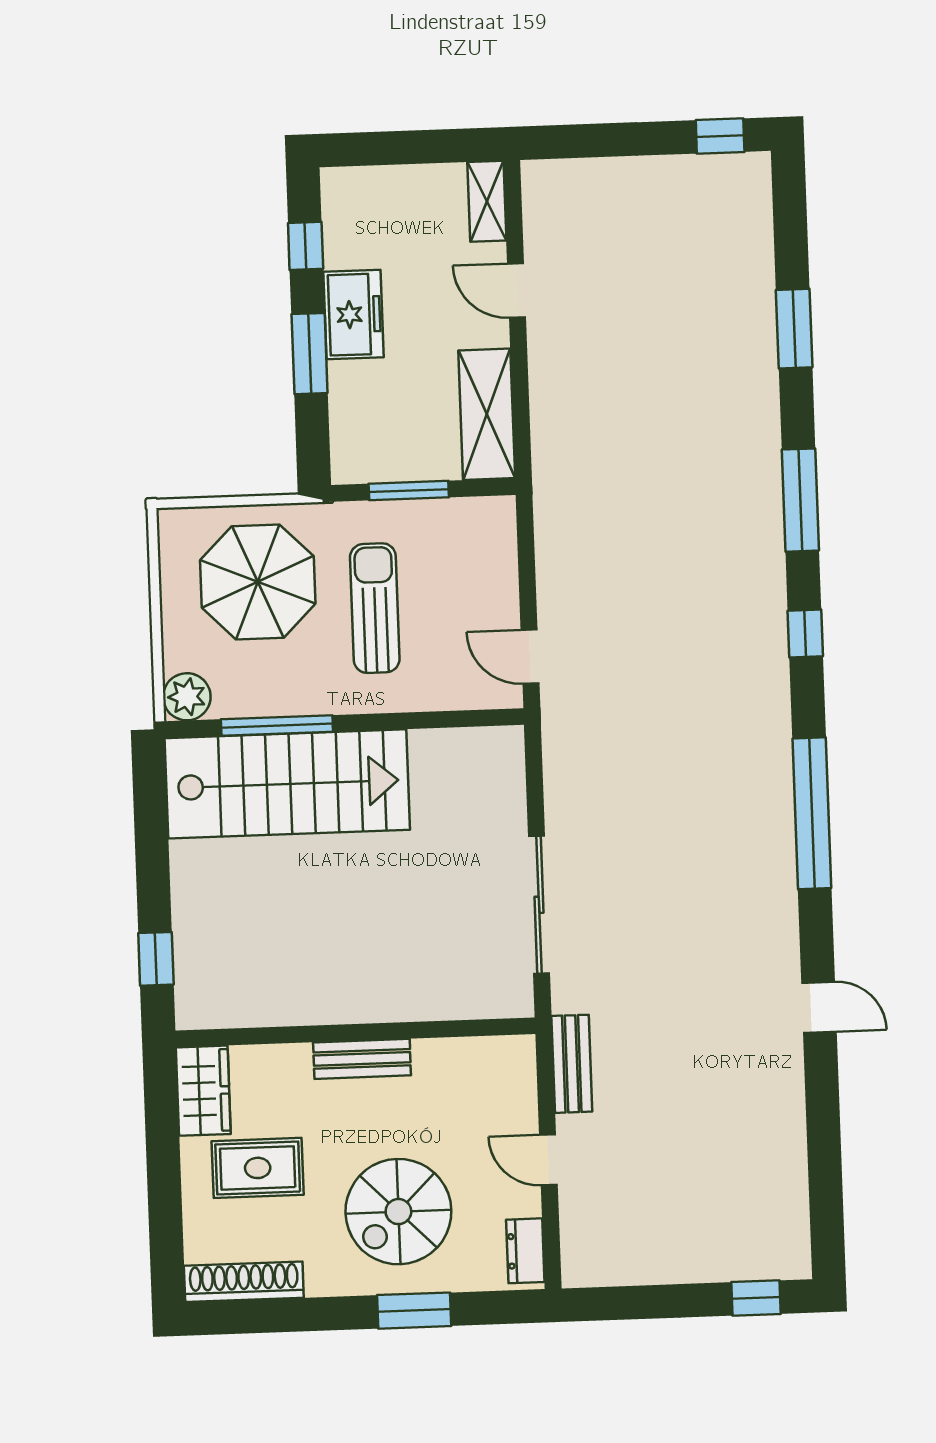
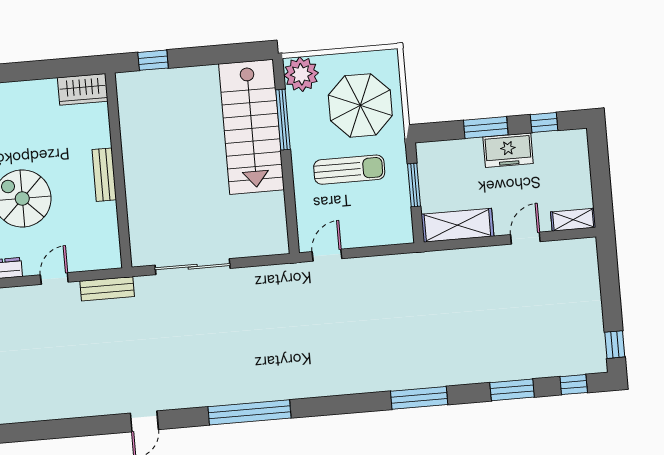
window: (805, 634) -> (574, 385), moved
plant: (187, 697) -> (301, 74), width x1.36, depth x1.36
rug: (258, 1168) -> (42, 121), removed

